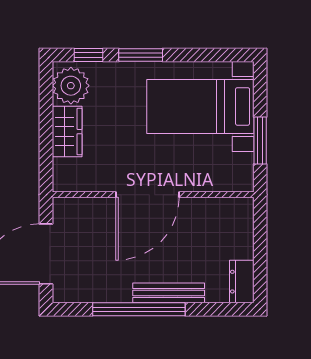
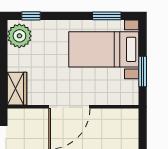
window: (141, 55) -> (107, 16), moved
wardrobe: (67, 132) -> (17, 89), moved

